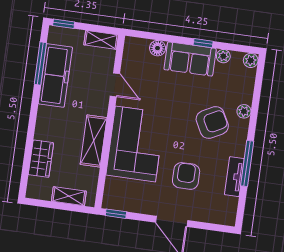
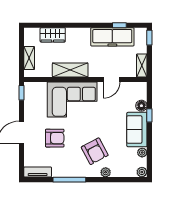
window: (203, 43) -> (149, 115), moved
window: (40, 63) -> (119, 25), width x0.46
tv unit: (234, 177) -> (38, 172), moved

